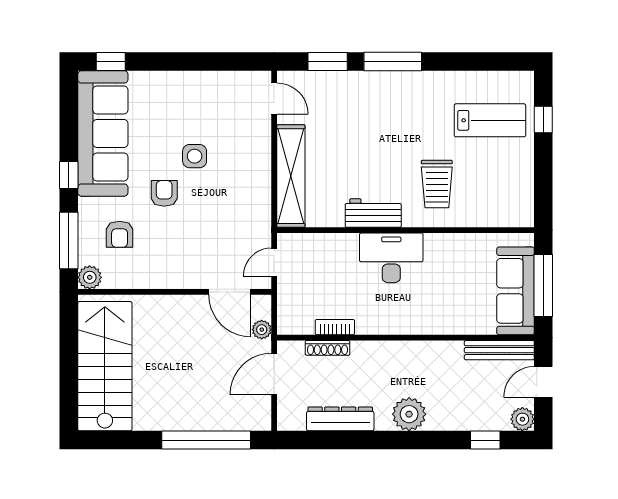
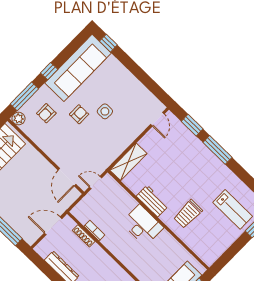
shelving: (291, 176) -> (128, 162), width x0.68
plant: (262, 330) -> (65, 204), removed

